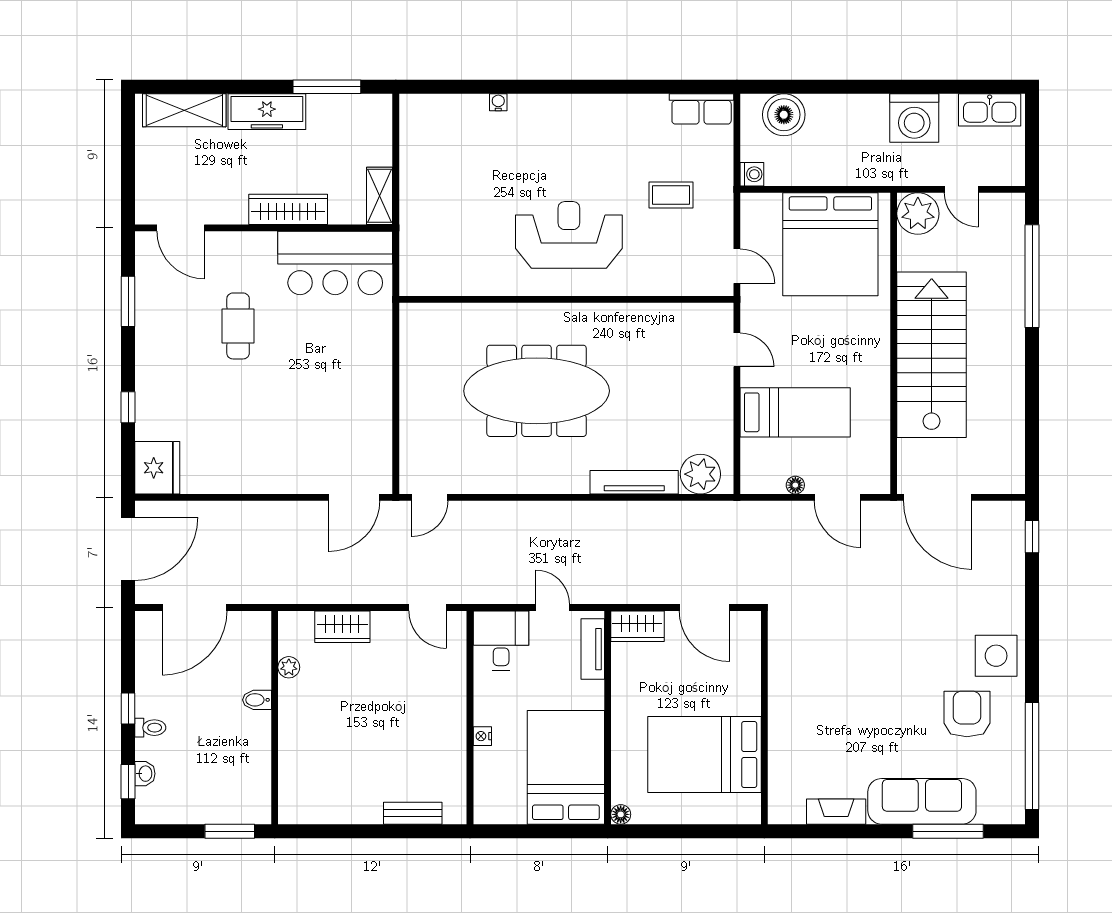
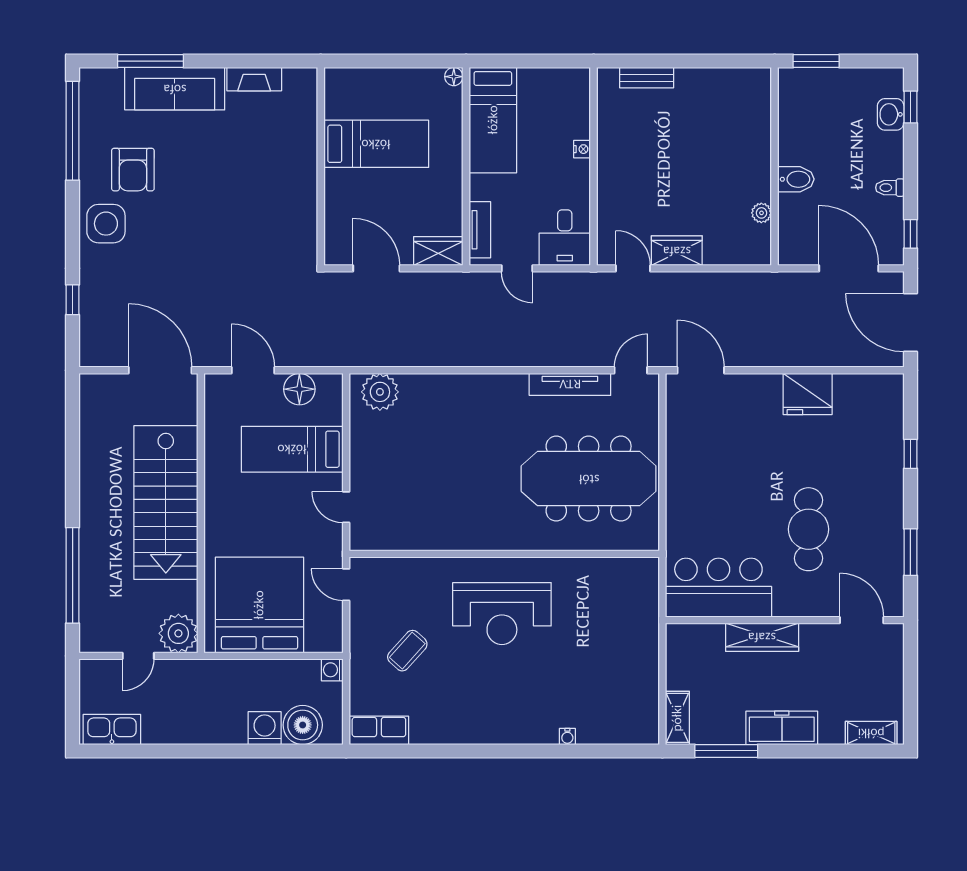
shelving: (184, 110) -> (871, 733), width x0.67, depth x0.75
washing machine: (914, 118) -> (265, 728), moved, width x0.73, depth x0.73
door: (961, 189) -> (138, 656), swing flipped
coffee table: (671, 195) -> (407, 651), turned -48
shelving: (379, 196) -> (677, 718), moved
cafe table: (238, 326) -> (809, 529), width x1.37, depth x1.35
meeting table: (537, 391) -> (589, 479), moved
fridge: (157, 468) -> (808, 394), moved, turned -90
tv unit: (634, 482) -> (570, 384), moved
floor lamp: (795, 485) -> (299, 389), width x1.89, depth x1.89
door: (354, 497) -> (701, 370), hinge flipped
window: (1032, 537) -> (73, 300), moved
door: (128, 549) -> (910, 323), hinge flipped
door: (195, 607) -> (849, 268), hinge flipped
wardrobe: (342, 627) -> (677, 251), moved
bidet: (257, 700) -> (796, 179), width x1.38, depth x1.36
window: (128, 709) -> (910, 234), moved
toilet: (150, 728) -> (890, 188), moved
bed: (704, 755) -> (376, 144), width x0.67
bed: (566, 767) -> (493, 120), width x0.67
washbasin: (145, 774) -> (891, 114), width x1.38, depth x1.45

